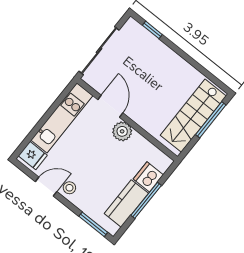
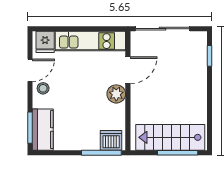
dishwasher: (148, 177) -> (111, 140), moved
door: (46, 187) -> (30, 70), hinge flipped
window: (146, 200) -> (101, 153), moved
kitchen counter: (126, 203) -> (43, 130), moved, turned 90

